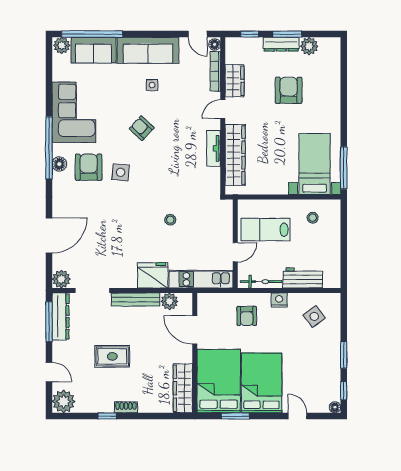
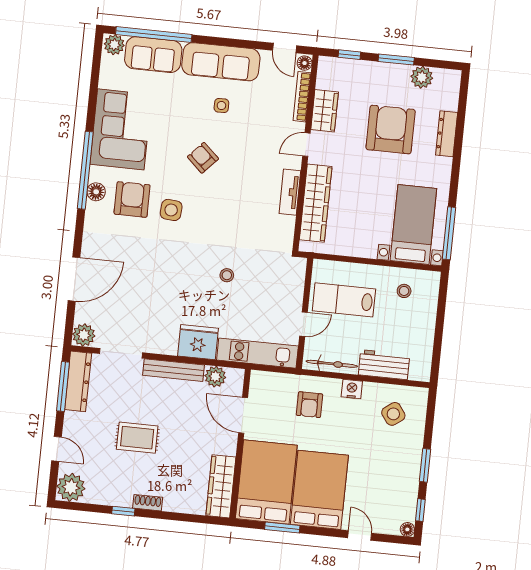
dresser: (281, 44) -> (447, 134), moved, turned 90
armchair: (289, 90) -> (391, 129), width x1.36, depth x1.36

